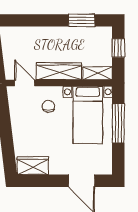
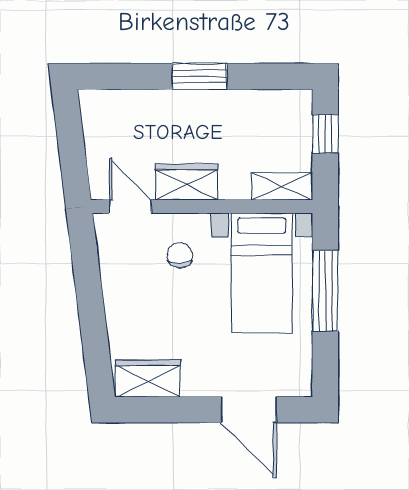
window: (82, 20) -> (199, 76), moved
wardrobe: (59, 71) -> (186, 182), width x0.67

